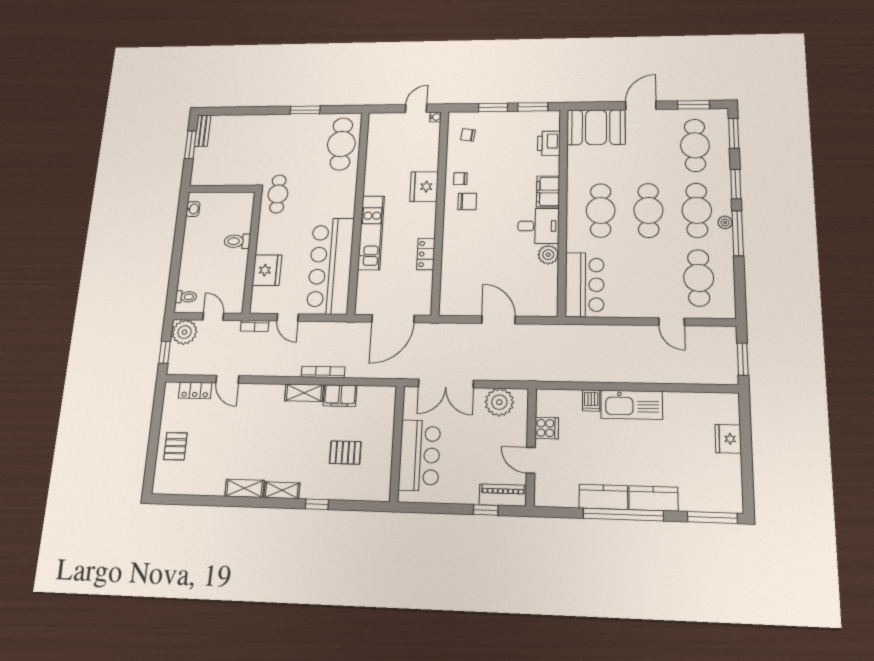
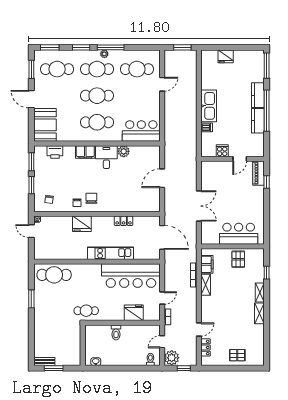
plant: (499, 402) -> (209, 176), removed
wall: (397, 443) -> (232, 246), moved
bar counter: (420, 455) -> (239, 234), moved

